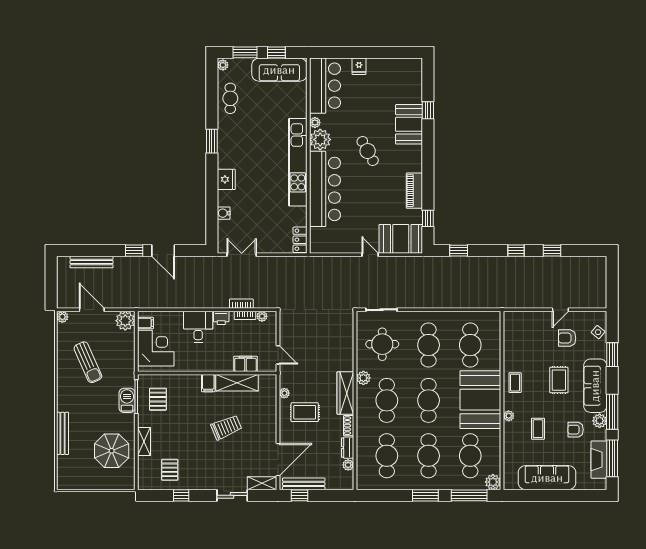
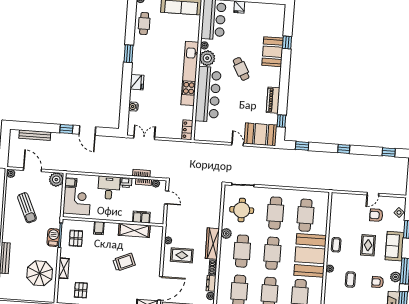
window: (552, 251) -> (389, 152), moved
door: (278, 355) -> (166, 197), moved
filing cabinet: (208, 383) -> (99, 228), moved
sofa: (595, 386) -> (395, 246), width x0.73

